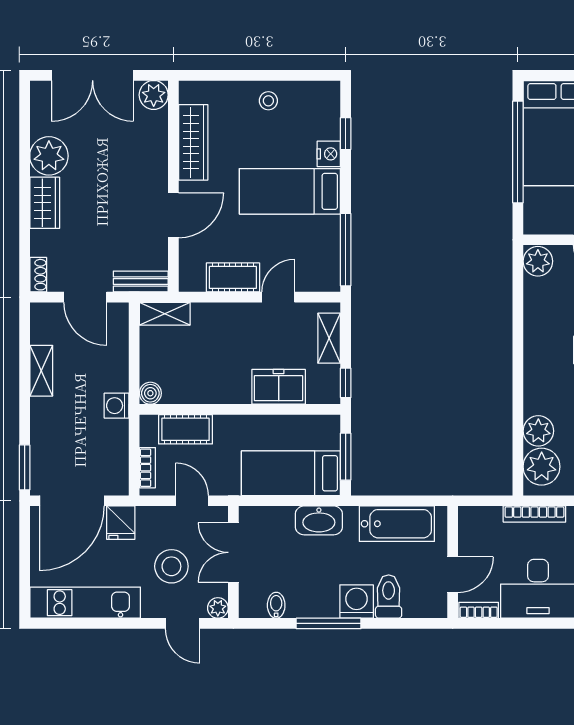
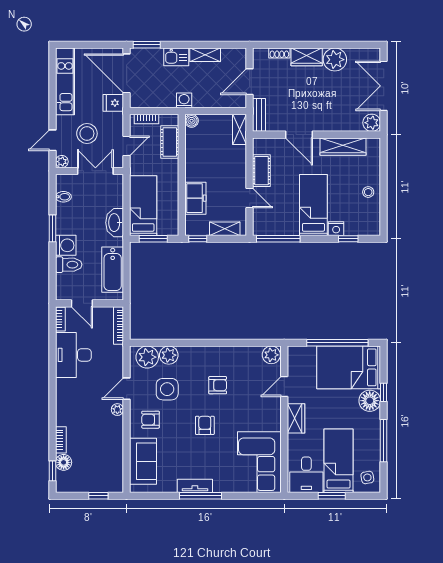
shoe rack: (38, 275) -> (279, 53), moved
kitchen sink: (45, 419) -> (176, 57), added
bookcase: (534, 514) -> (119, 325), moved
window: (329, 623) -> (52, 228), width x0.69

